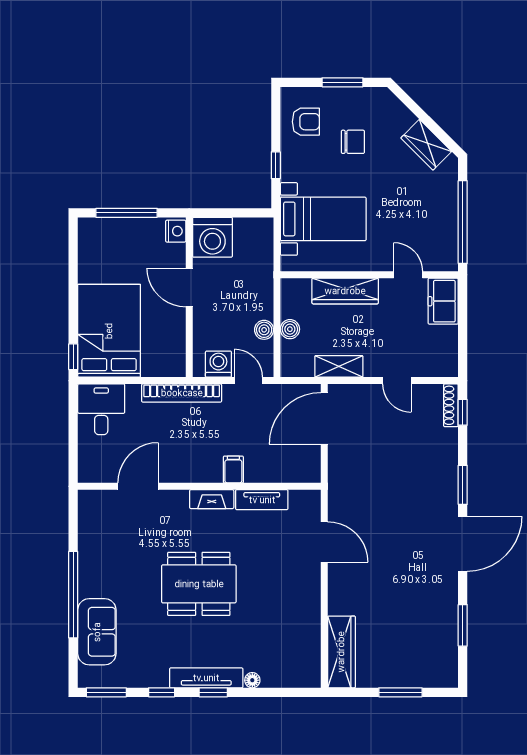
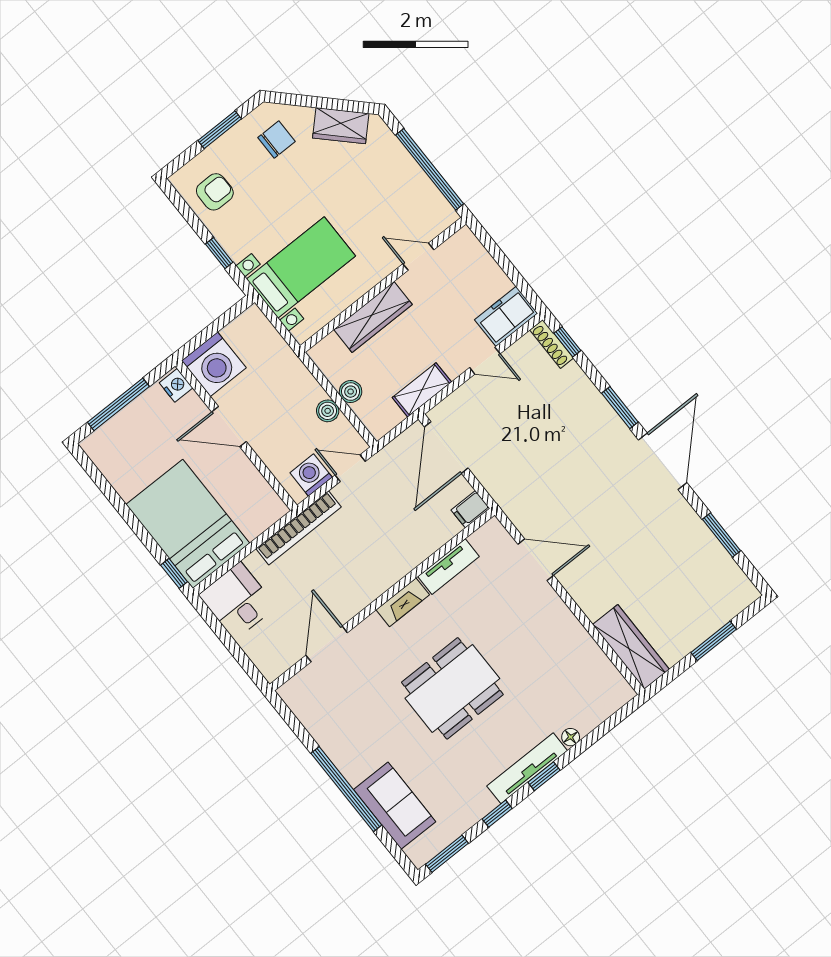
chair: (353, 142) -> (277, 139), moved
freezer: (443, 301) -> (506, 316), moved, turned 90
filing cabinet: (233, 470) -> (470, 509), moved, turned -90

